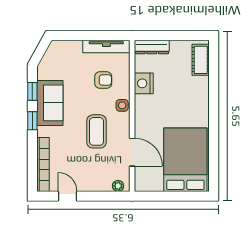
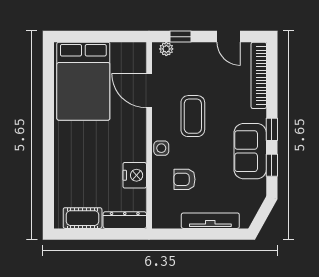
tv unit: (106, 46) -> (210, 221), moved
cot: (201, 60) -> (83, 218), moved, turned 90
window: (107, 196) -> (180, 37), added

